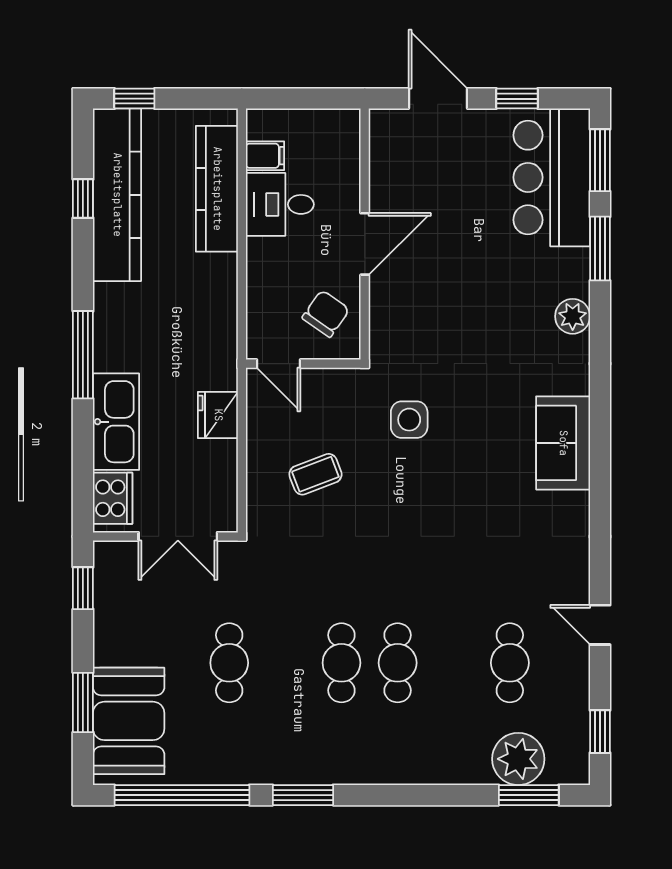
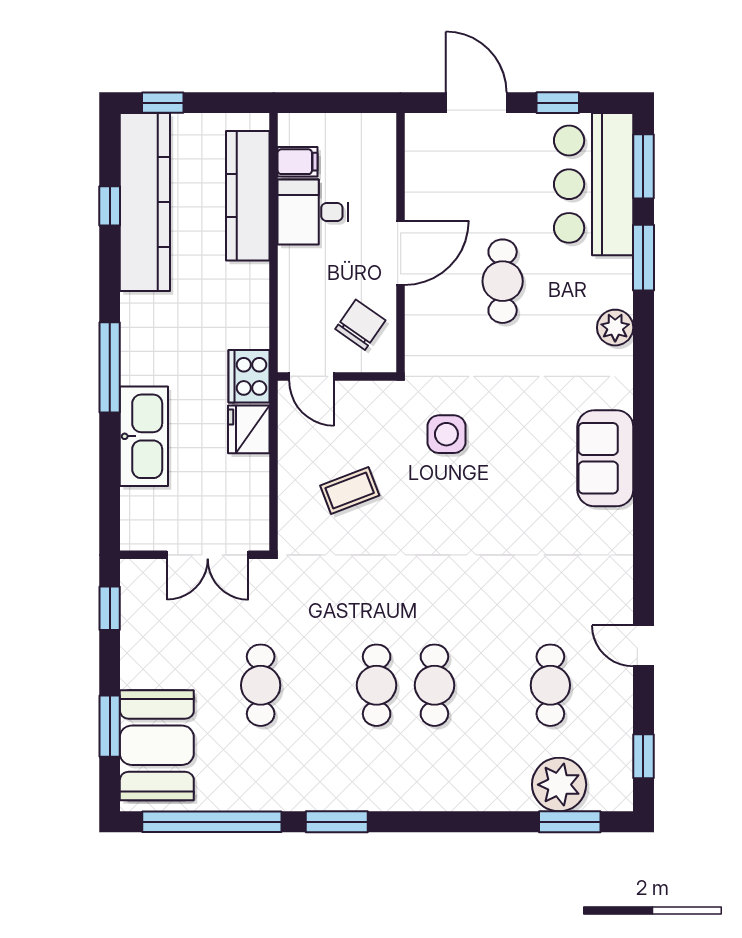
cafe table: (464, 271) -> (503, 281), added
cooker: (113, 498) -> (249, 376), moved, turned 180

